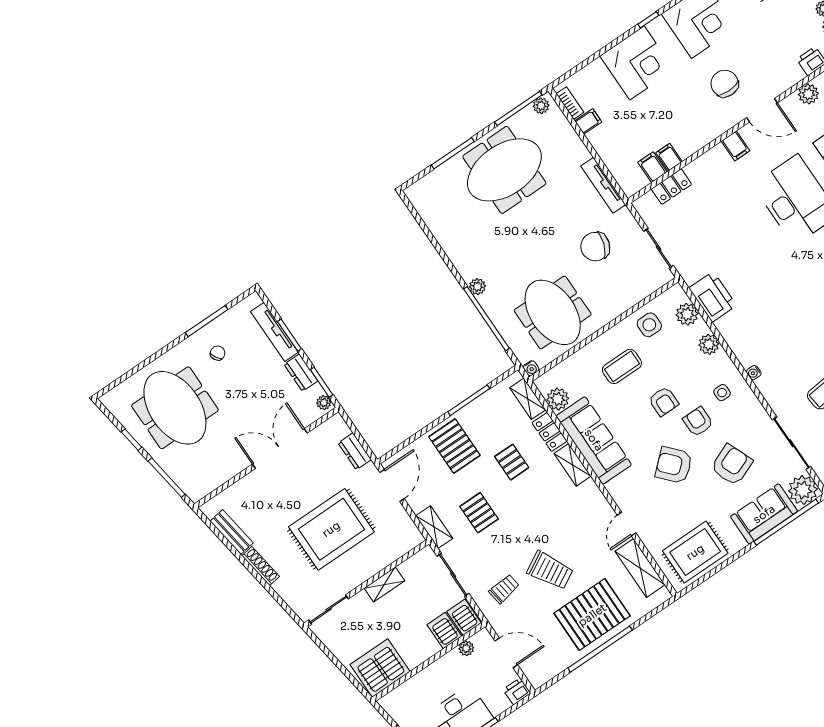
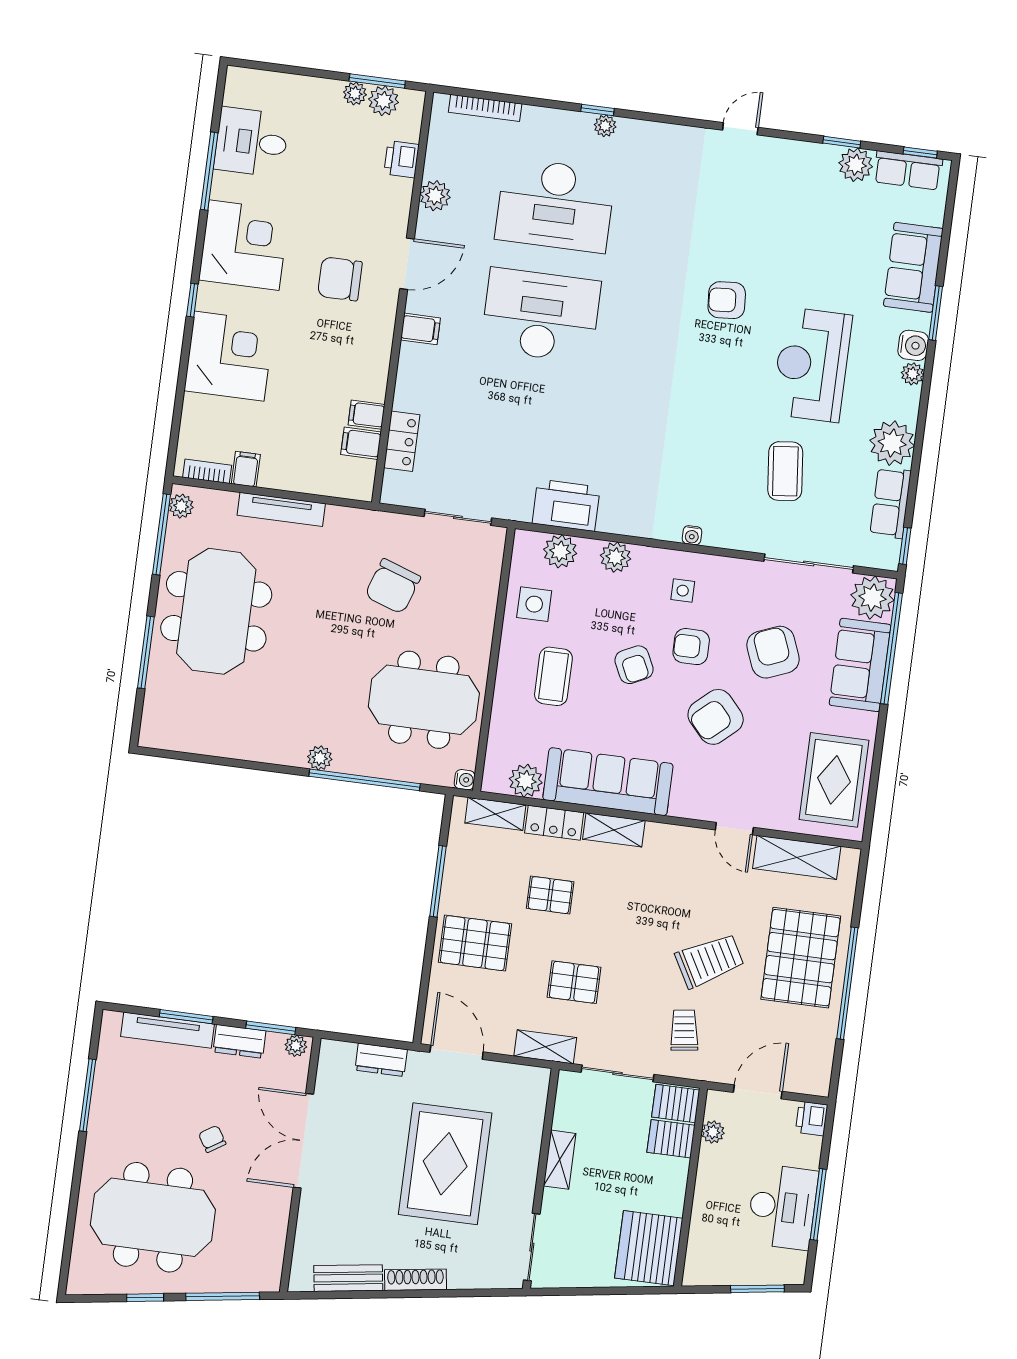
tv unit: (603, 185) -> (281, 509), moved
chair: (218, 353) -> (212, 1139), moved
armchair: (664, 401) -> (634, 665), turned 64

